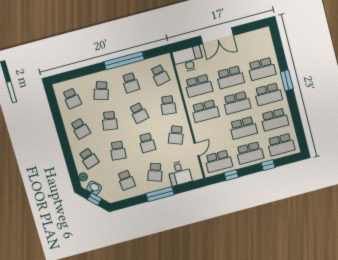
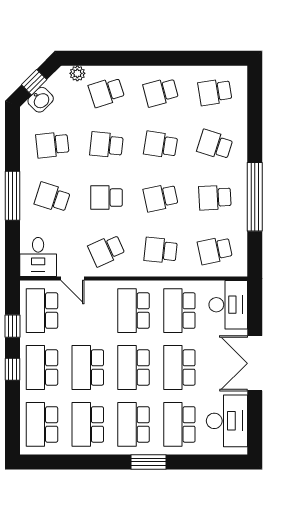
desk: (253, 43) -> (227, 421), added
school desk: (176, 135) -> (107, 250), turned -45
window: (268, 165) -> (12, 369), moved
desk: (179, 173) -> (38, 257), moved, turned -90
washbasin: (94, 188) -> (41, 100), moved

